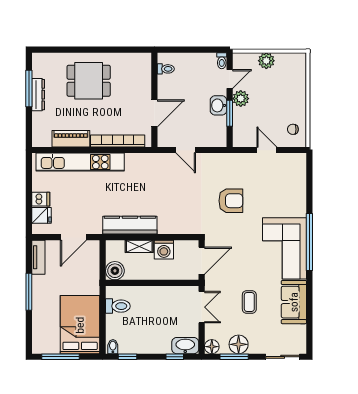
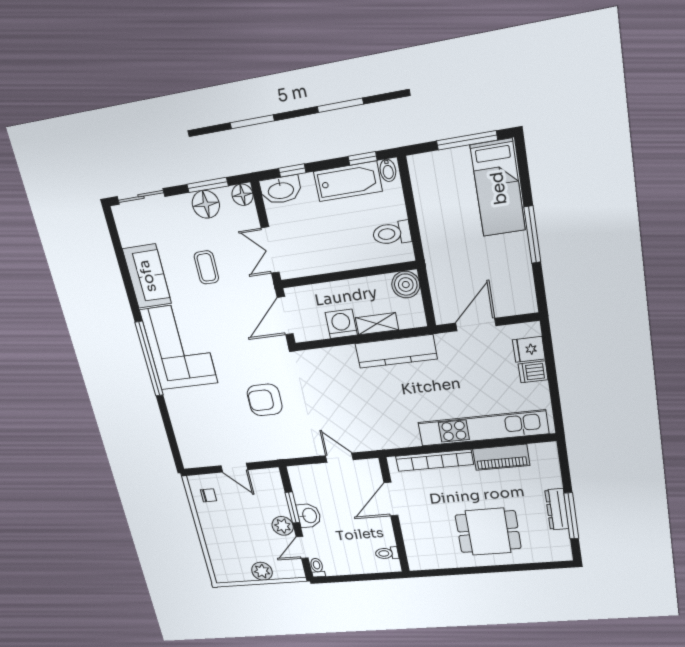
tv unit: (38, 257) -> (525, 288), removed
bed: (80, 325) -> (498, 188), moved, width x0.67
bathtub: (140, 344) -> (348, 181), added

